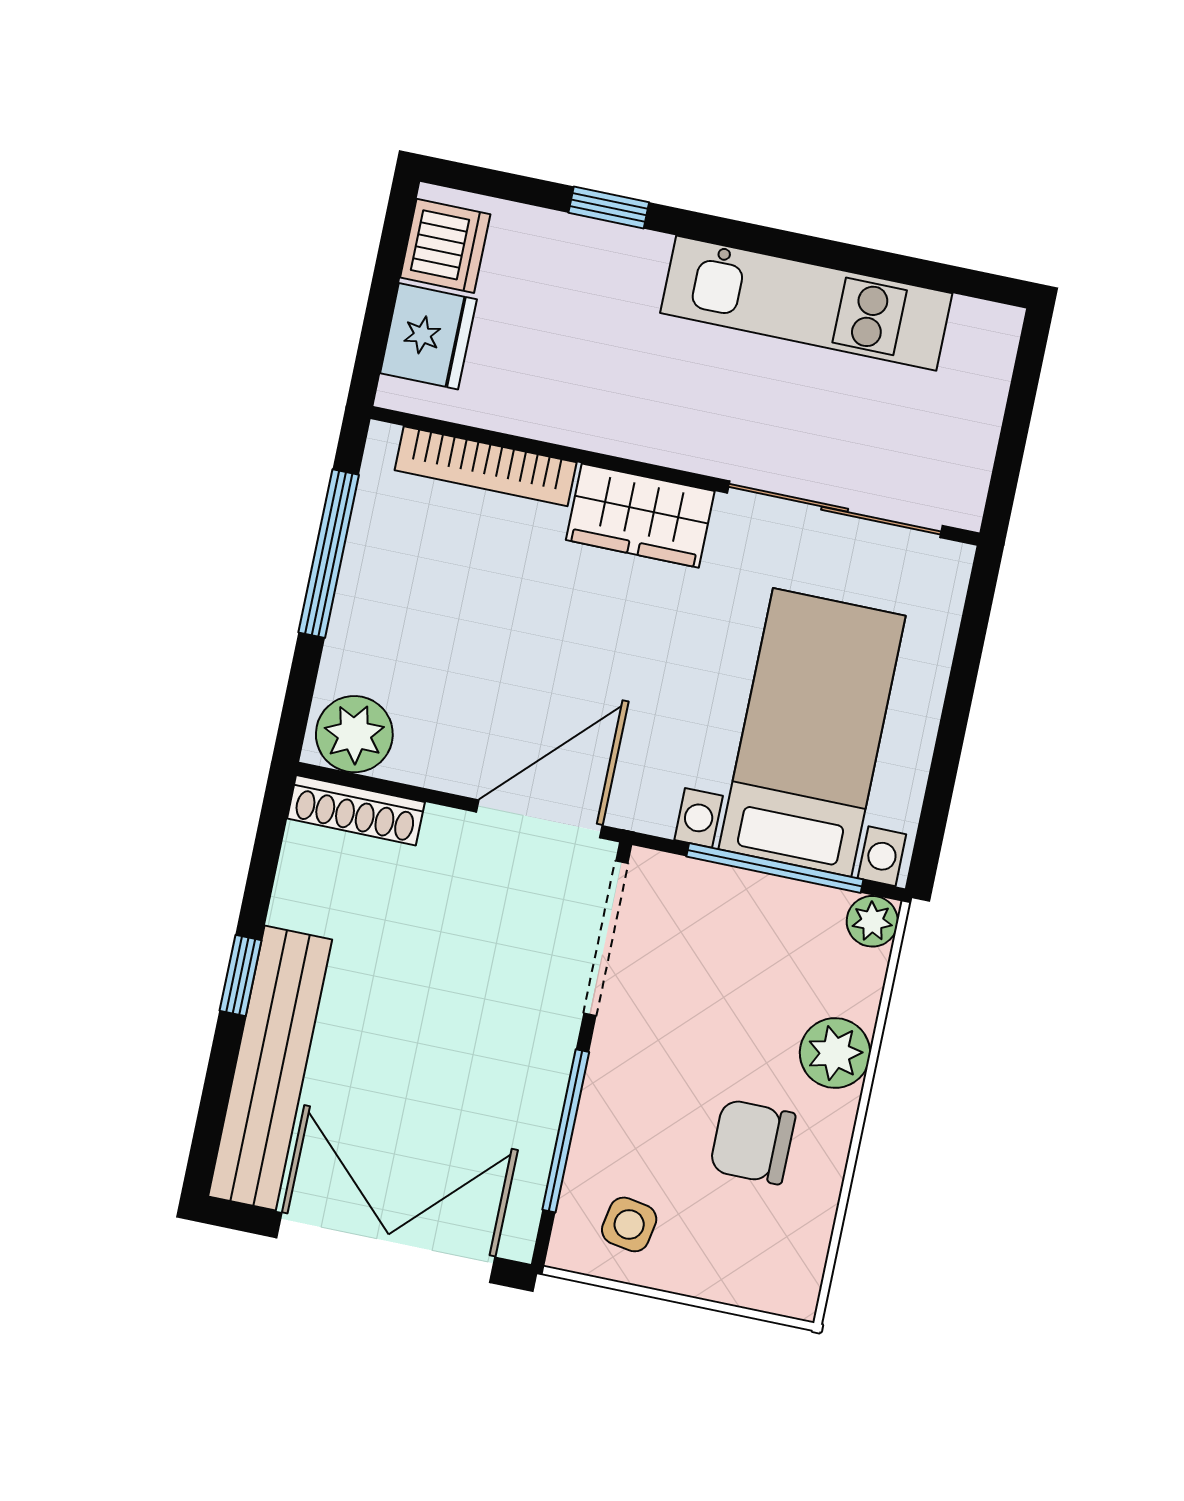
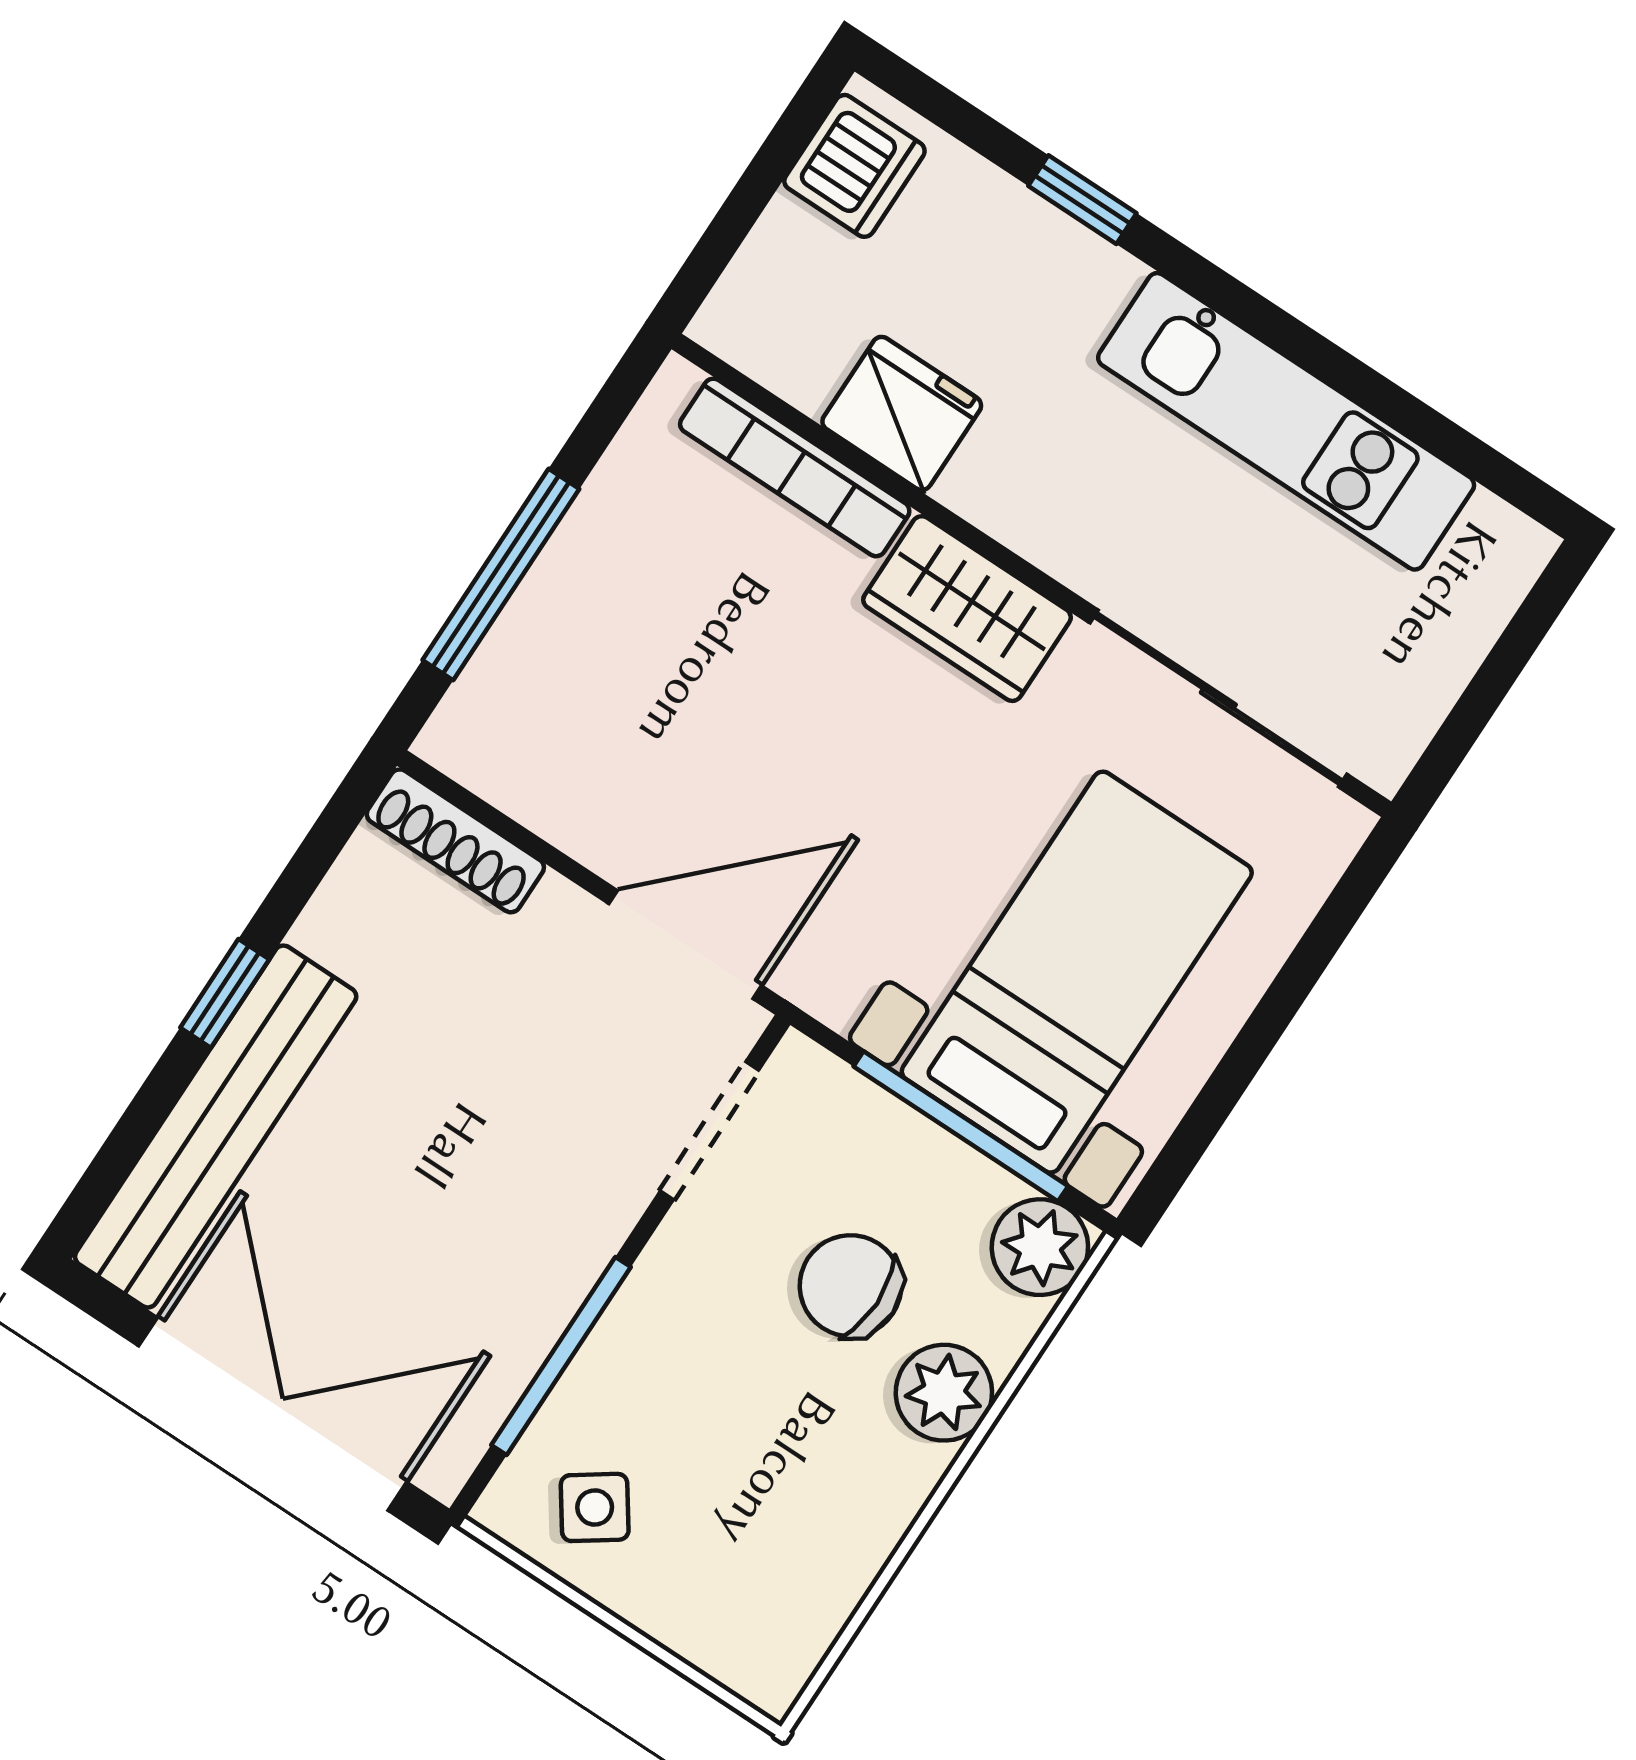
fridge: (428, 336) -> (902, 413), moved, turned -90
window: (329, 554) -> (501, 575), moved
plant: (354, 734) -> (492, 743), removed
plant: (872, 921) -> (1040, 1247), width x1.38, depth x1.38
doorway: (606, 938) -> (710, 1131), width x0.73
chair: (753, 1142) -> (850, 1286), moved
side table: (629, 1224) -> (595, 1507), turned 45

